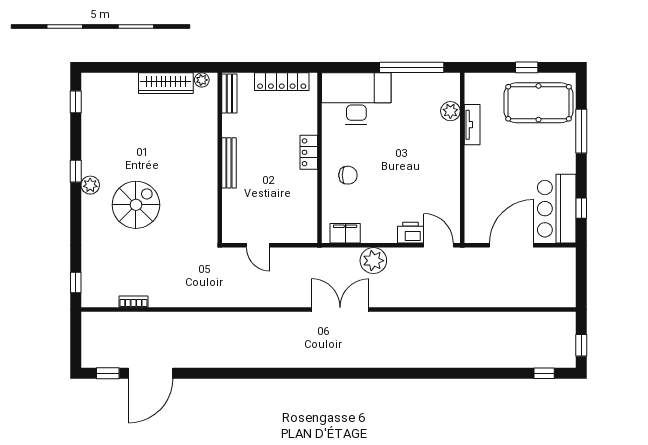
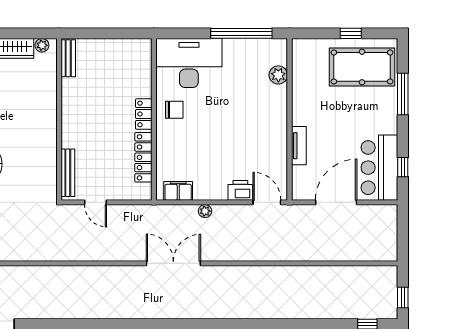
locker: (282, 82) -> (143, 157), moved, turned 90
tv unit: (472, 125) -> (299, 146), moved
bench: (229, 163) -> (68, 173), moved
chair: (348, 175) -> (174, 110), moved
plant: (373, 261) -> (205, 211), width x0.53, depth x0.53

